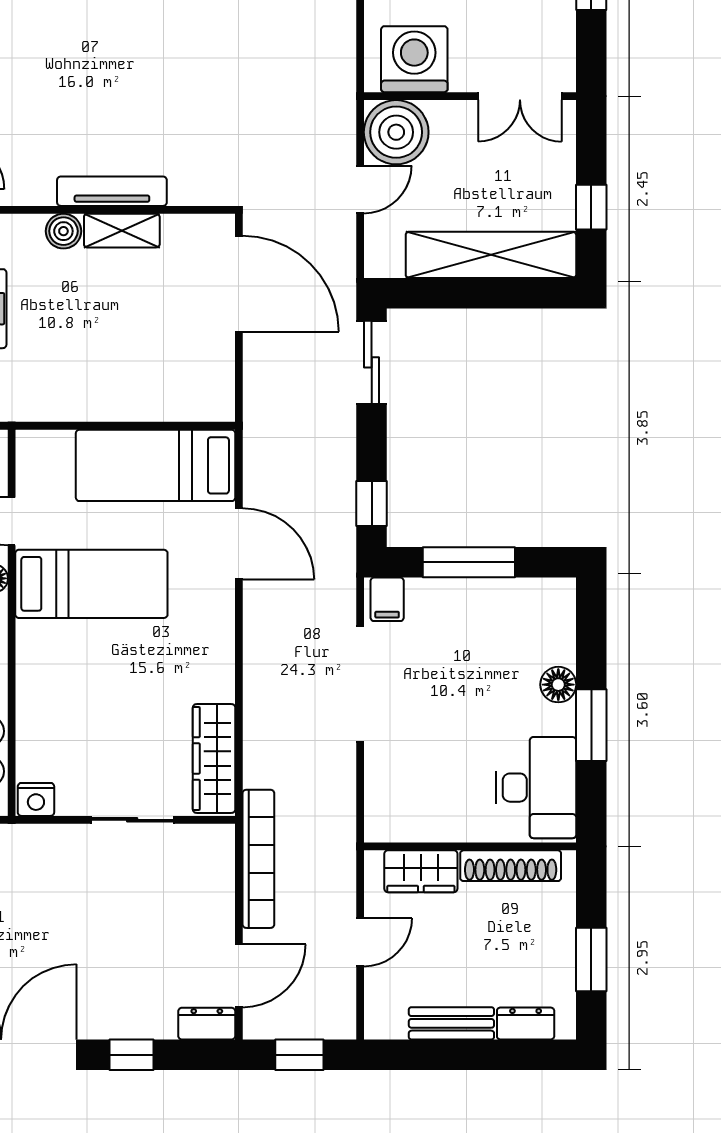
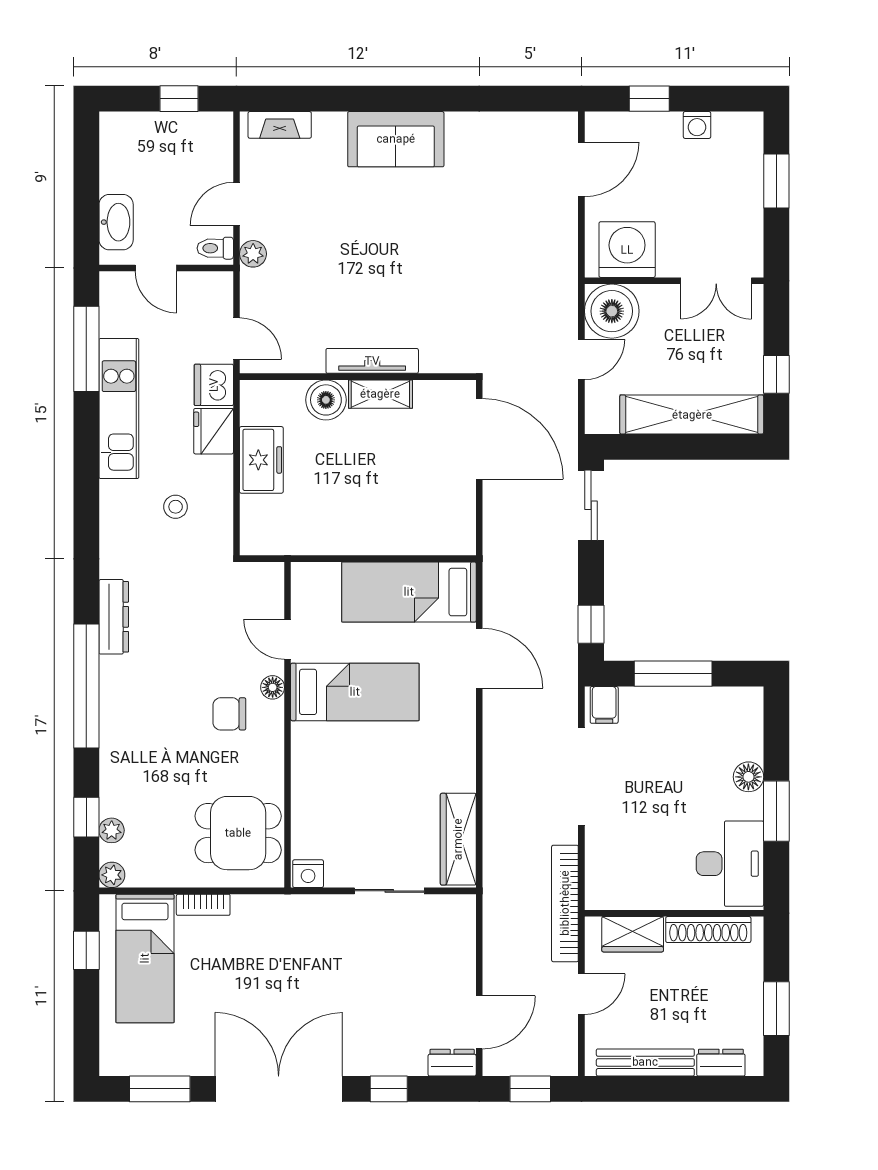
boiler: (63, 231) -> (326, 400), width x1.36, depth x1.36
bookcase: (258, 859) -> (565, 903), moved, turned 180
bench: (451, 1023) -> (645, 1062), width x1.36

